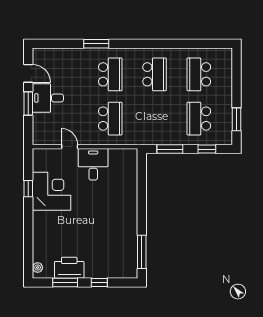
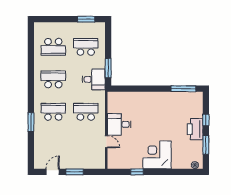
desk: (48, 98) -> (94, 79), moved, turned -90
school desk: (199, 119) -> (86, 47), turned 180
door: (70, 147) -> (106, 142), swing flipped
window: (207, 149) -> (108, 41), removed
corner desk: (52, 191) -> (157, 155), moved
printer: (69, 268) -> (195, 129), moved

